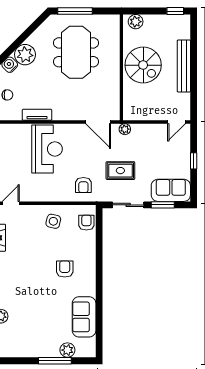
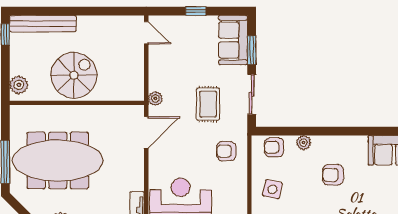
meeting table: (76, 52) -> (58, 160), width x1.36
bench: (184, 66) -> (43, 24), moved
armchair: (83, 185) -> (226, 151), turned 180
plant: (90, 246) -> (304, 143), added

